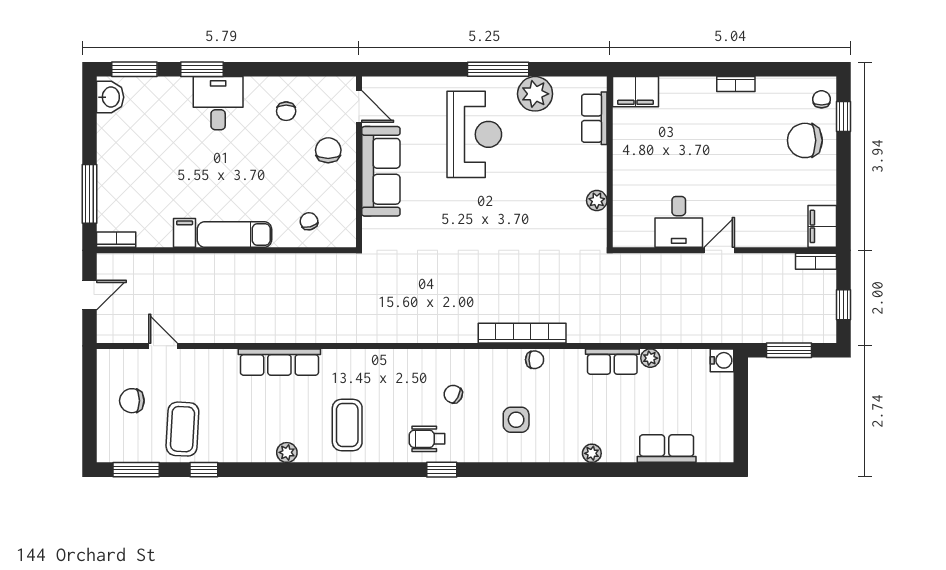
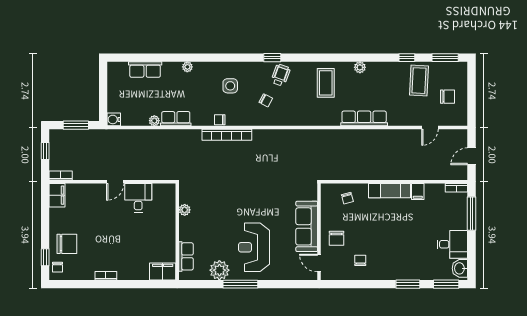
desk: (218, 103) -> (452, 244), moved, turned -90
door: (163, 346) -> (430, 128), hinge flipped
wheelchair: (427, 439) -> (281, 75), turned -70

